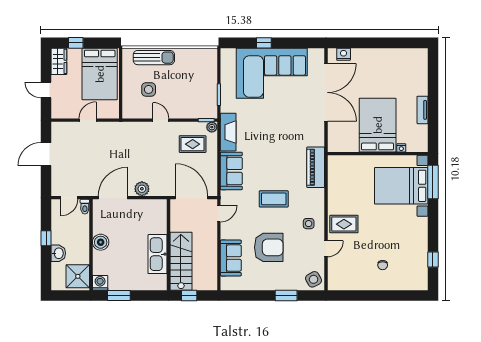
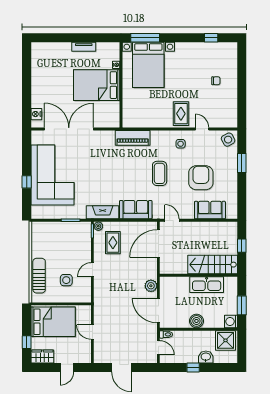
wall: (168, 245) -> (199, 275), moved
kitchen sink: (157, 254) -> (207, 285), moved
stairs: (181, 261) -> (213, 265), moved

